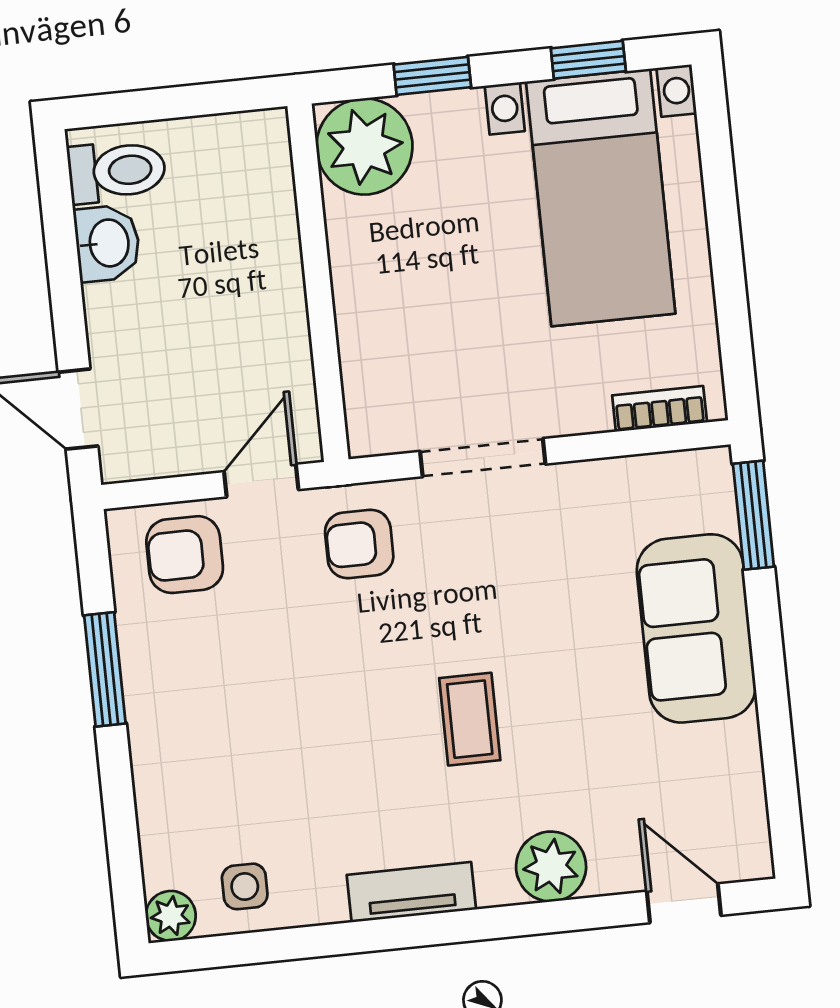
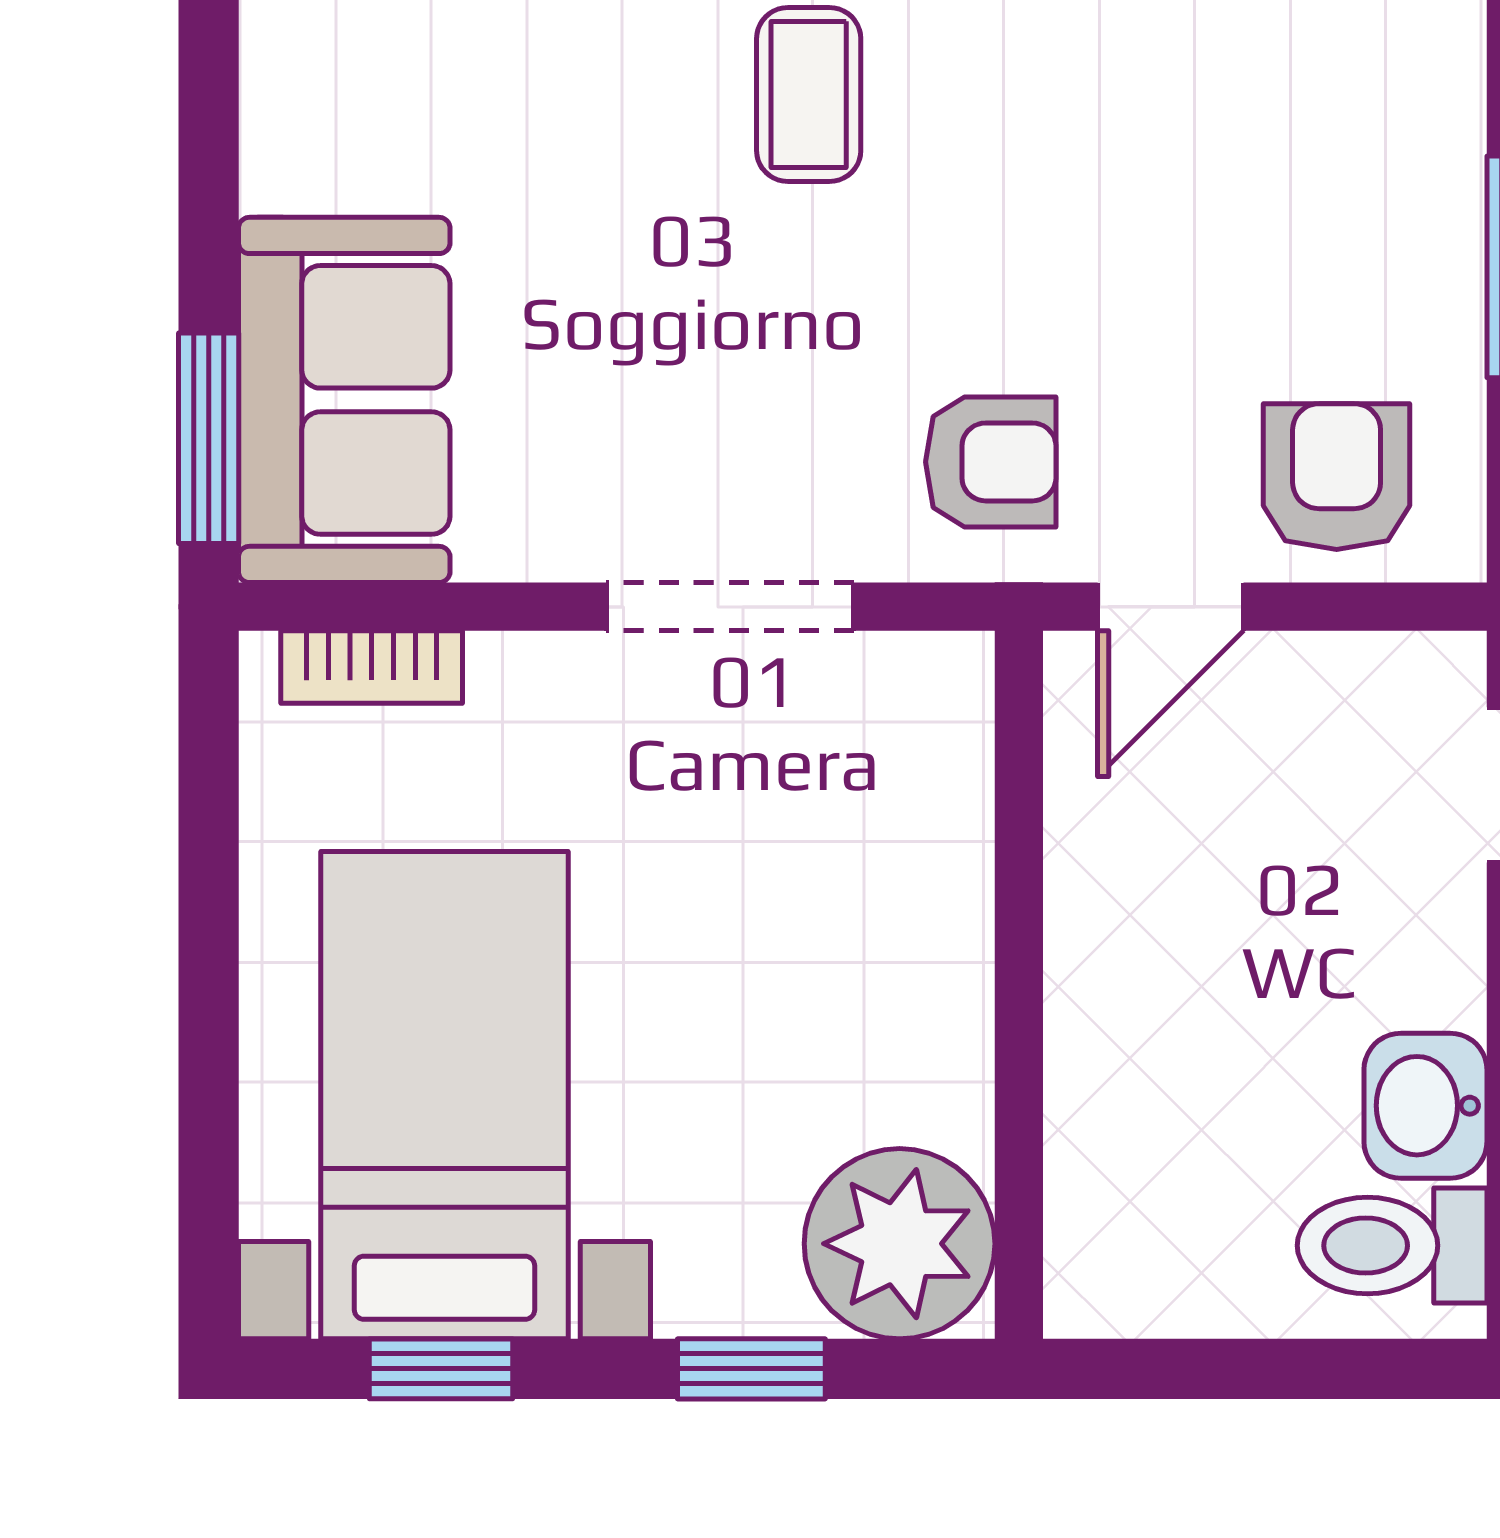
armchair: (185, 555) -> (1337, 477), turned -90
sofa: (696, 628) -> (344, 400), moved

